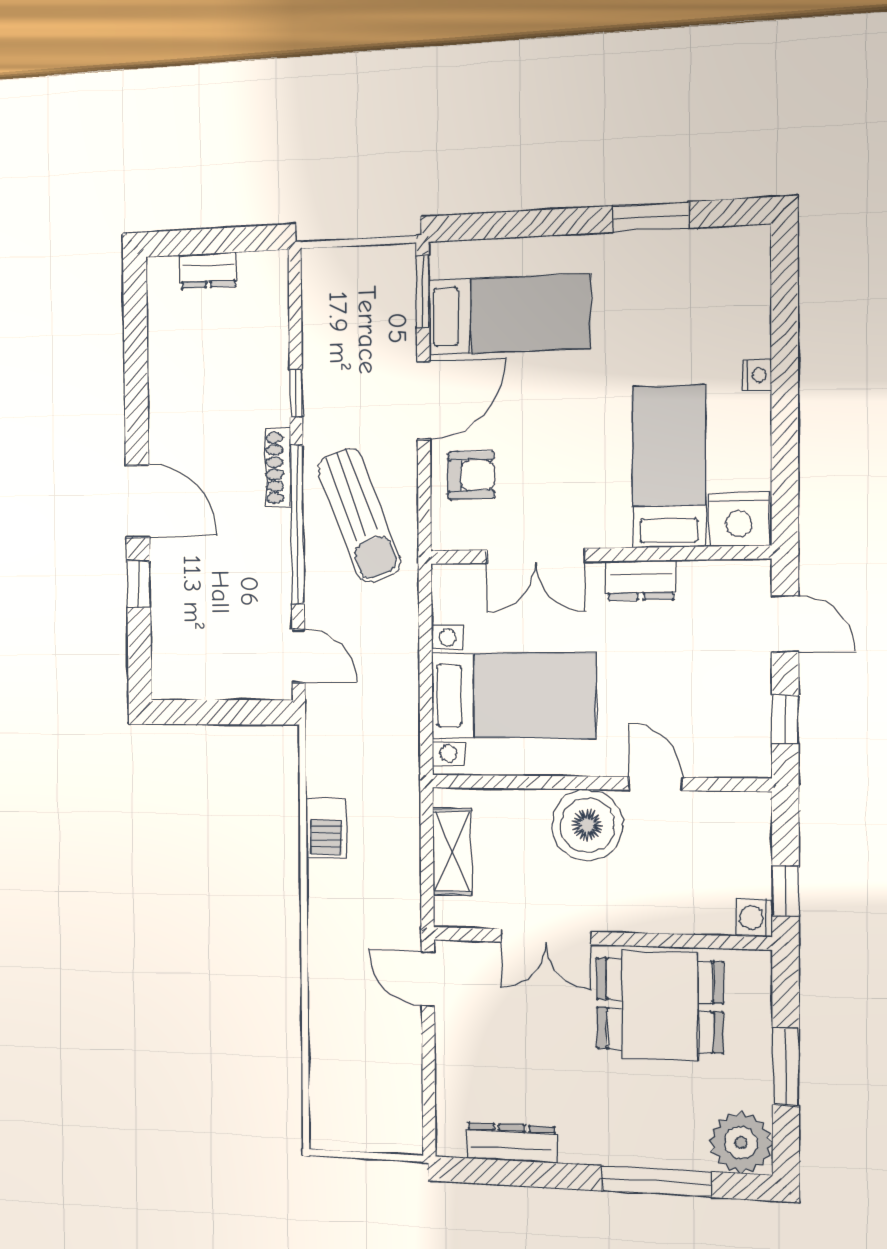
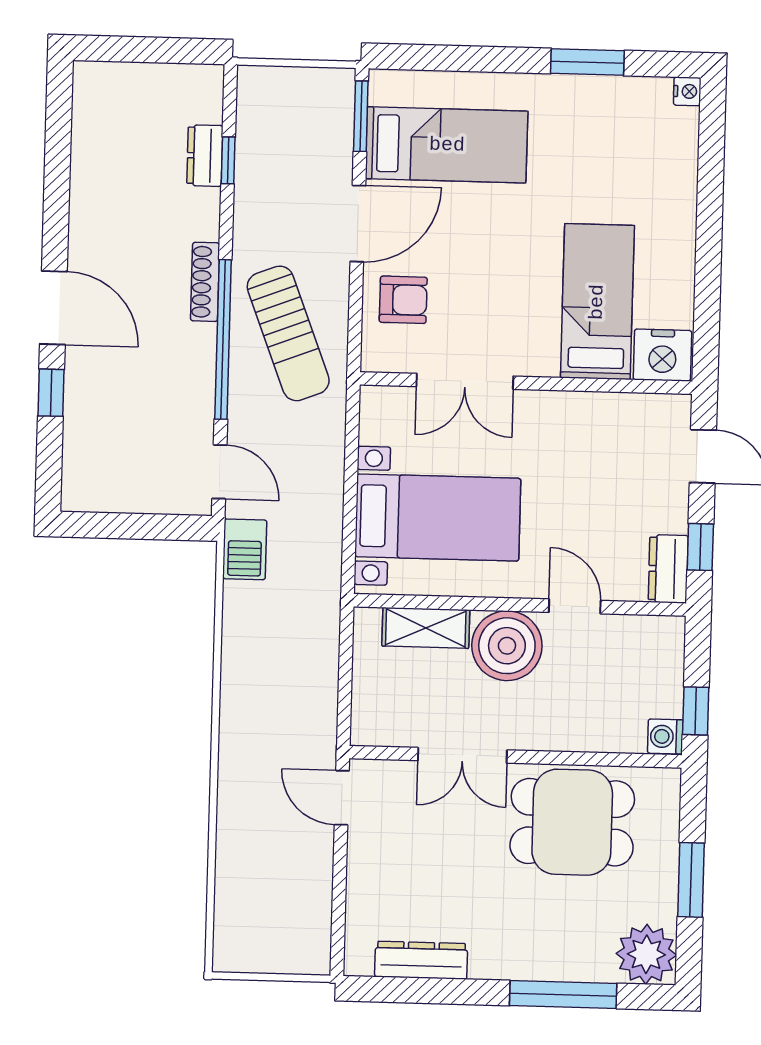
dresser: (208, 271) -> (205, 156), moved, turned 90
nightstand: (757, 375) -> (687, 91), moved
window: (296, 393) -> (228, 160), moved
dresser: (641, 580) -> (668, 569), moved, turned 90
barbecue: (326, 828) -> (245, 549), moved
shelving: (452, 852) -> (426, 628), moved, turned 90

